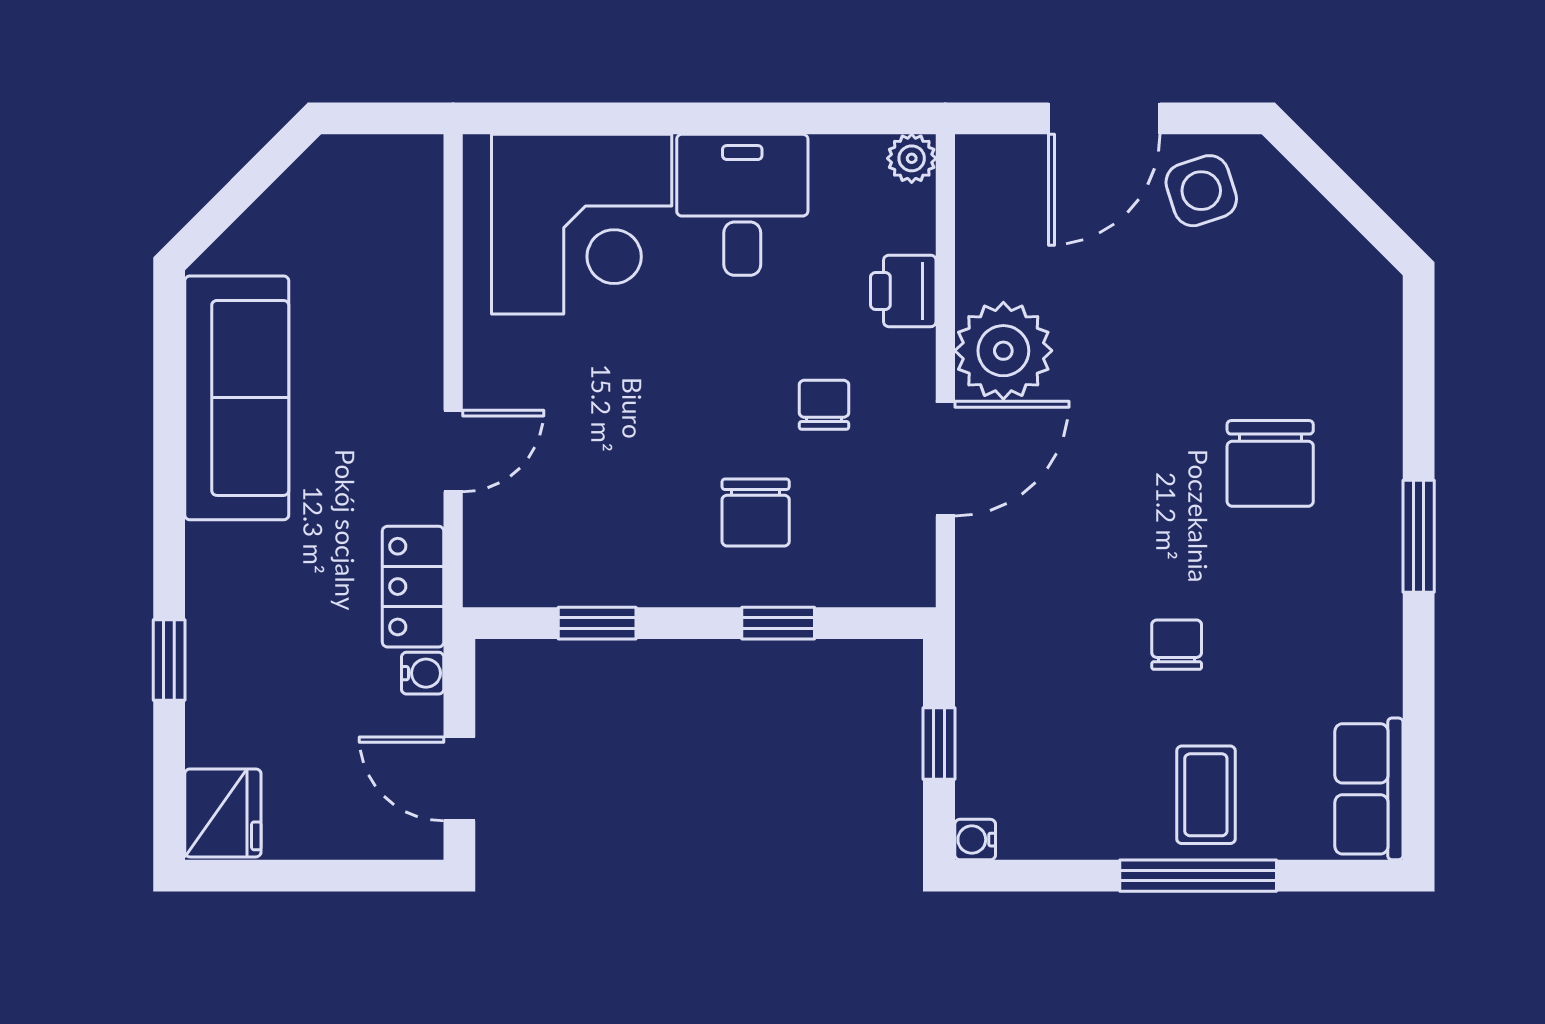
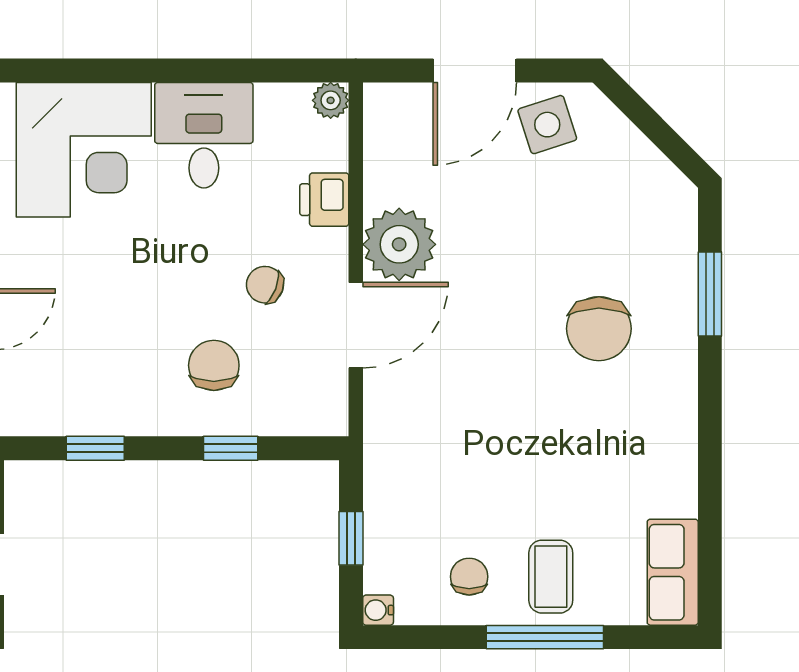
chair: (824, 405) -> (265, 285), turned -69
chair: (756, 513) -> (214, 365), turned 180
window: (1419, 536) -> (710, 294), moved
chair: (1177, 645) -> (469, 577), moved

